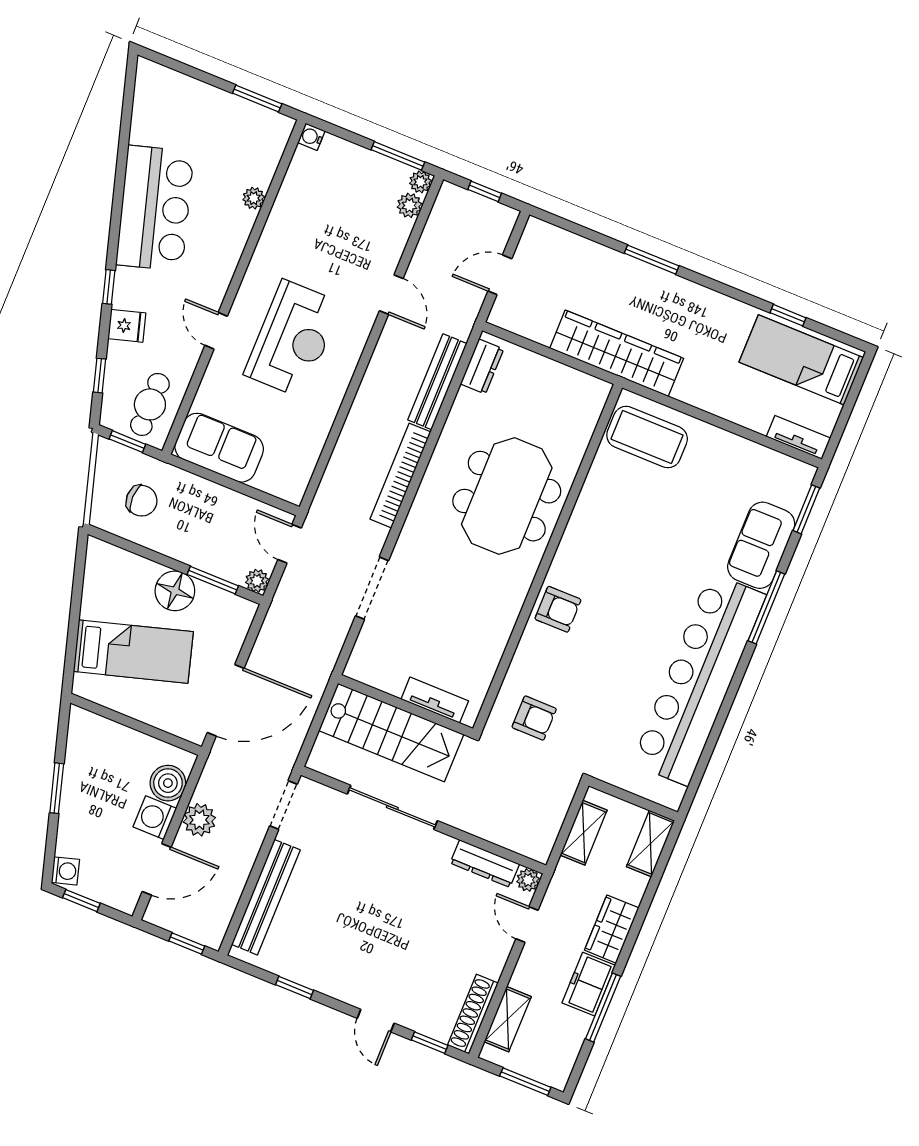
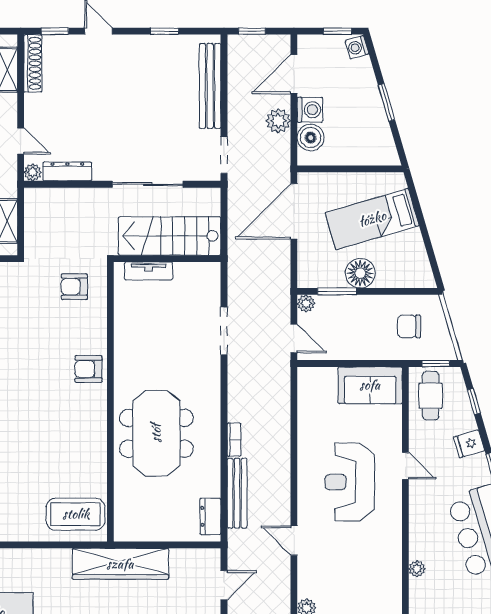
bookcase: (400, 476) -> (234, 440), width x0.43, depth x0.76

